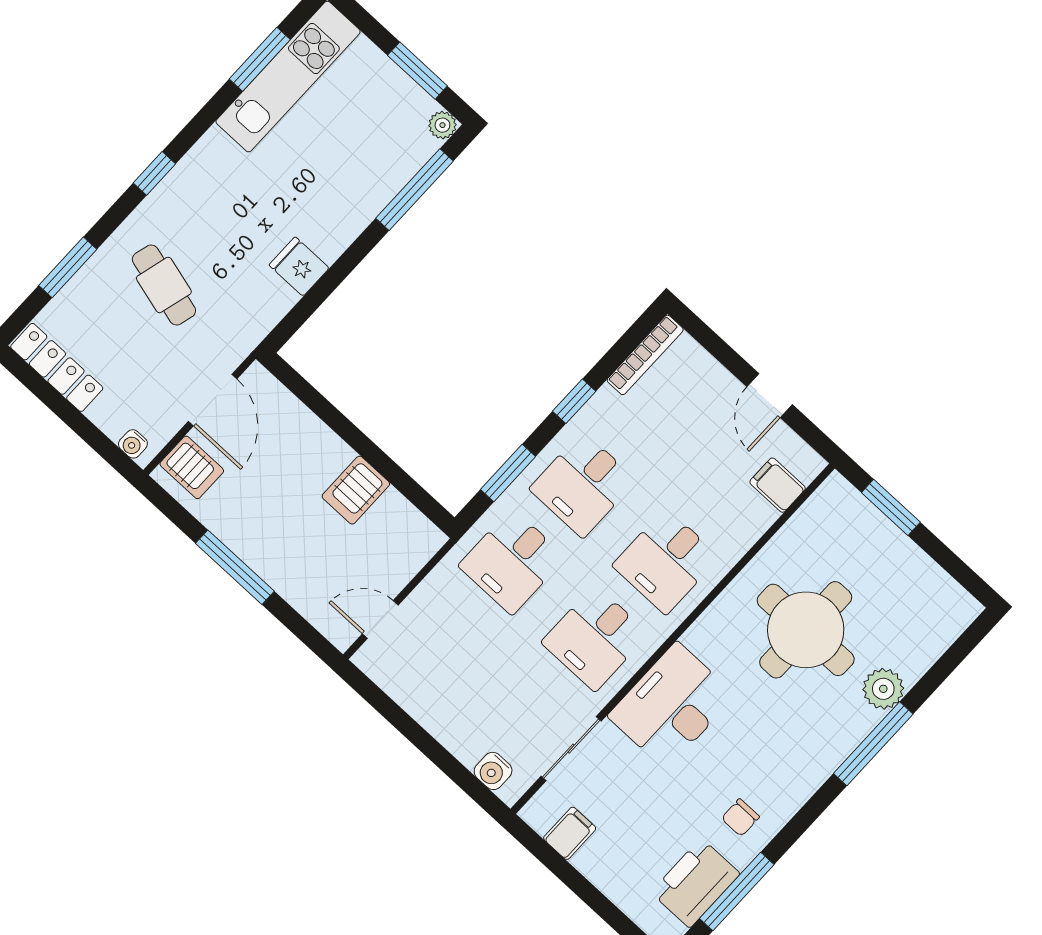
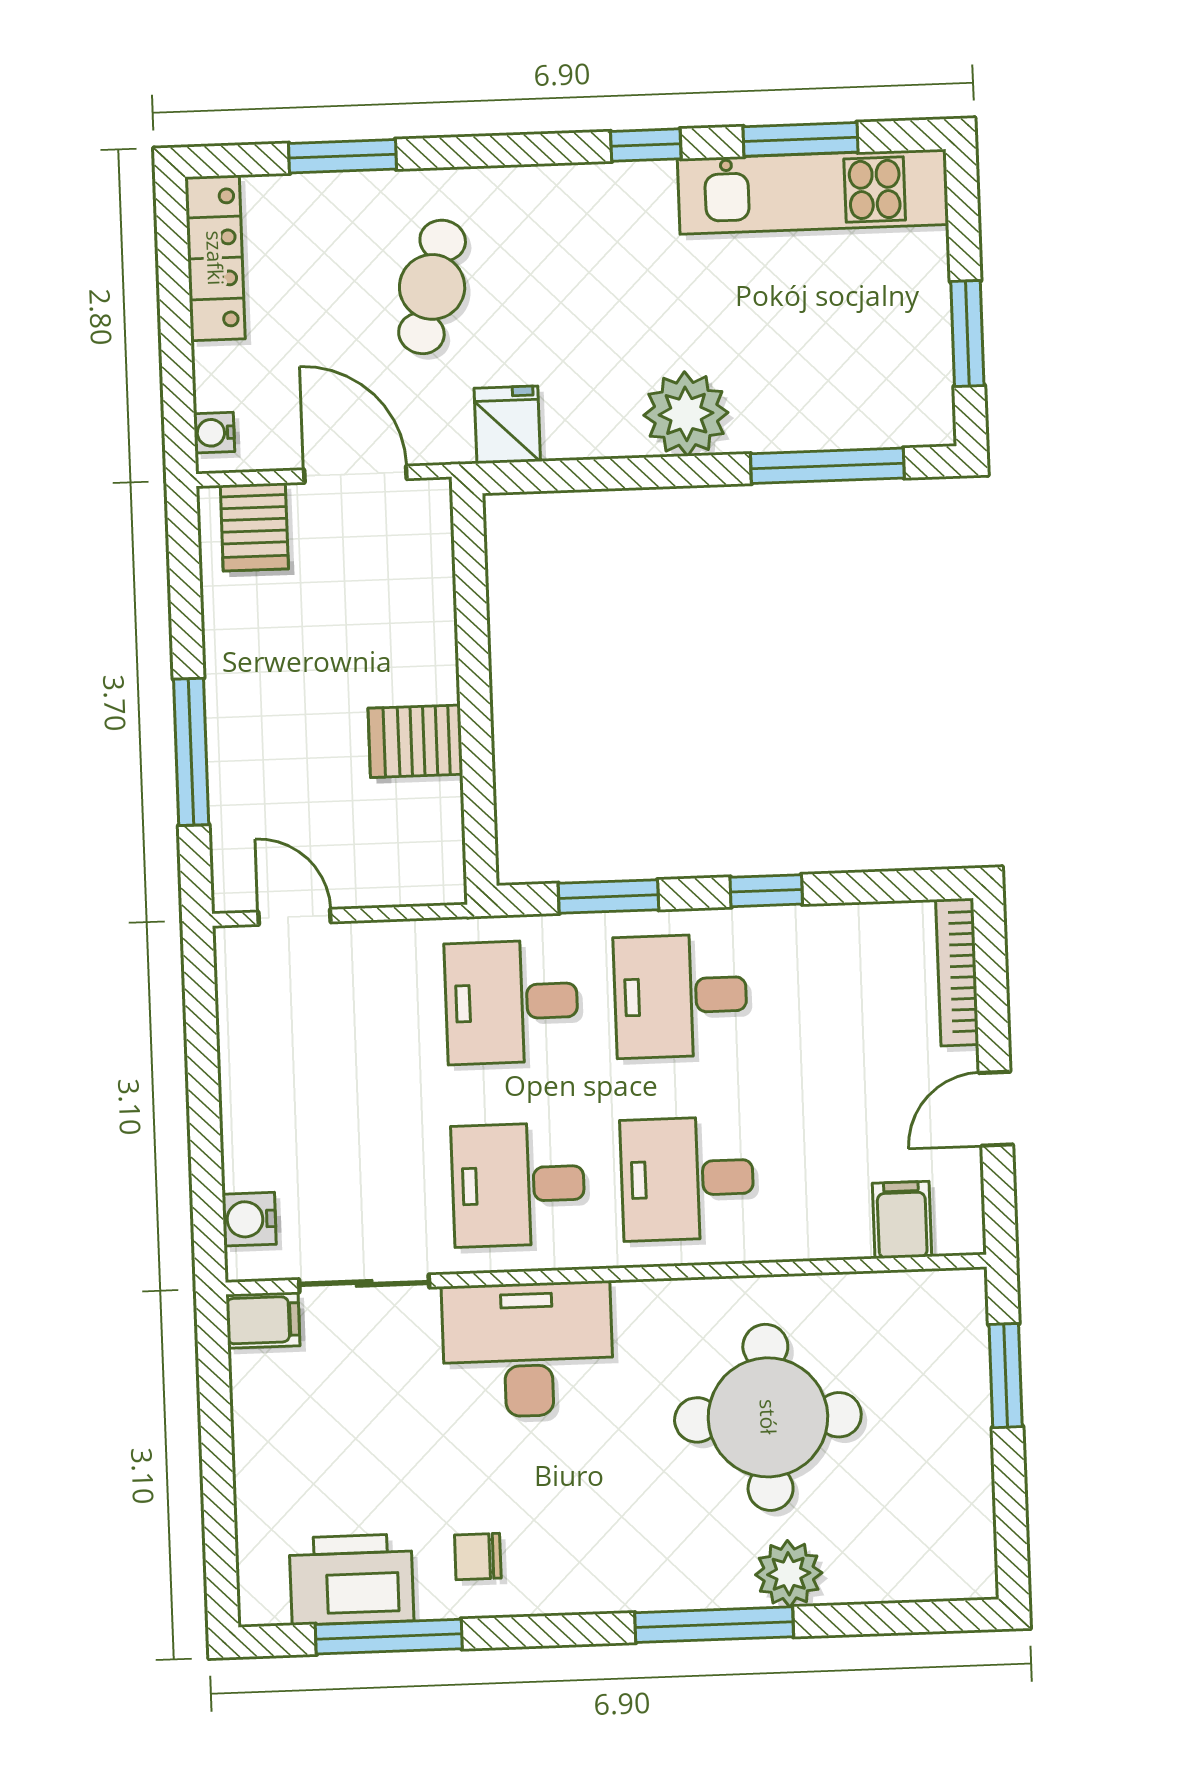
plant: (442, 125) -> (686, 414), moved, width x1.88, depth x1.88
window: (154, 173) -> (646, 145), moved
fridge: (299, 267) -> (507, 425), moved
bookcase: (645, 355) -> (957, 972), moved, turned 90
door: (213, 400) -> (355, 474), swing flipped
window: (235, 567) -> (191, 752), moved
filing cabinet: (570, 833) -> (263, 1320), moved

